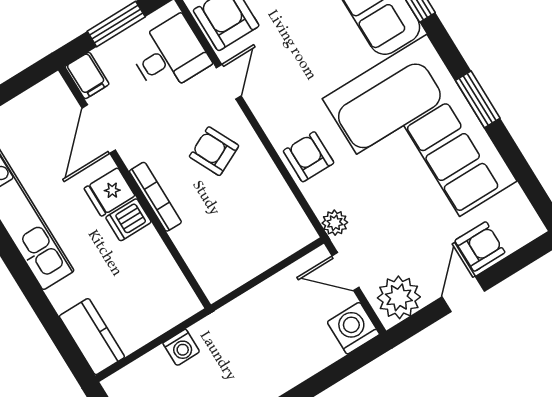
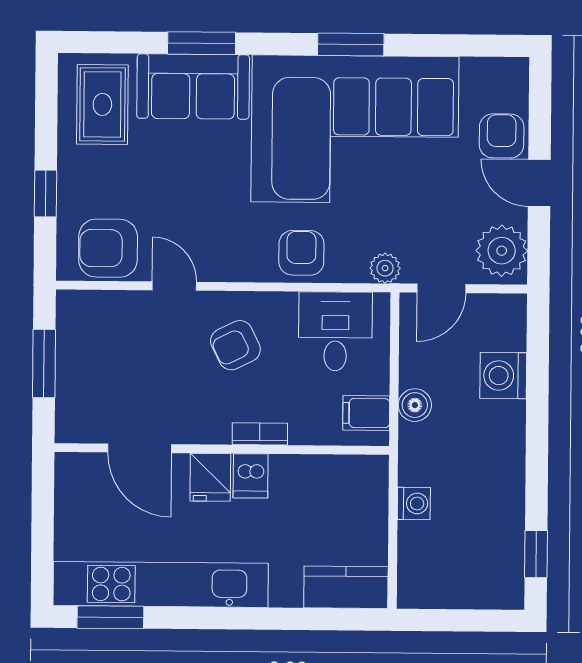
desk: (169, 55) -> (335, 331), moved
filing cabinet: (87, 75) -> (366, 413), moved, turned 180
armchair: (309, 157) -> (301, 253), turned 90
bookcase: (155, 197) -> (260, 434), width x0.64
boiler: (251, 304) -> (415, 405), added
washing machine: (353, 328) -> (503, 376), moved

